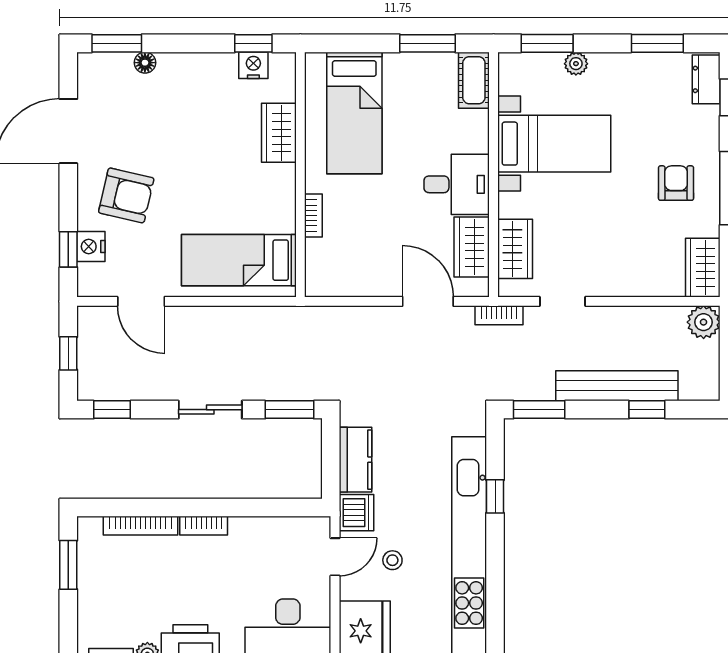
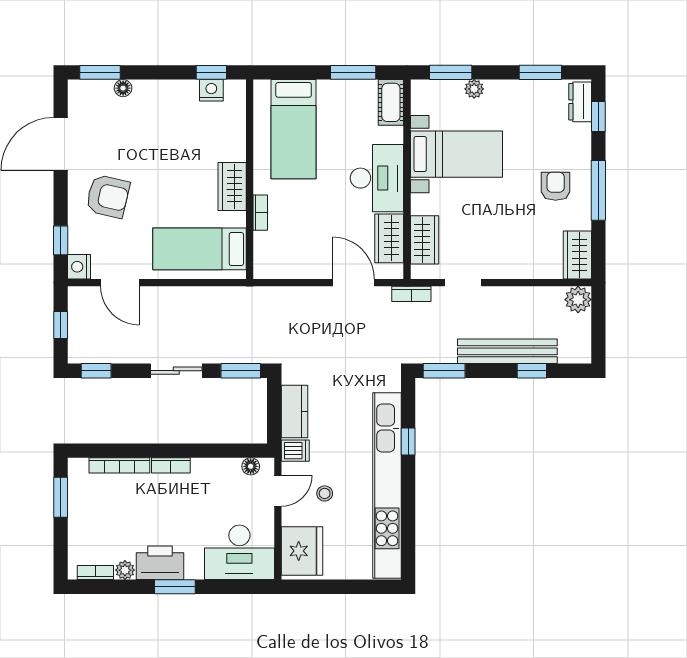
wardrobe: (279, 133) -> (232, 186), moved
desk: (457, 184) -> (377, 178), width x1.37
nightstand: (91, 247) -> (79, 267), moved
dishwasher: (356, 513) -> (295, 451), width x0.73
floor lamp: (302, 527) -> (251, 466), added

